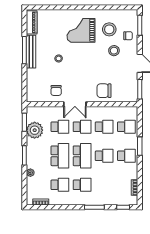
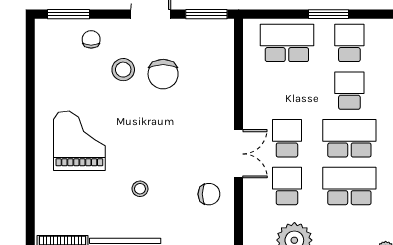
stool: (109, 29) -> (77, 80), removed
grand piano: (81, 30) -> (79, 141), turned 180
chair: (104, 91) -> (163, 74), moved
school desk: (104, 127) -> (287, 91), removed
school desk: (126, 127) -> (287, 43), width x1.85

